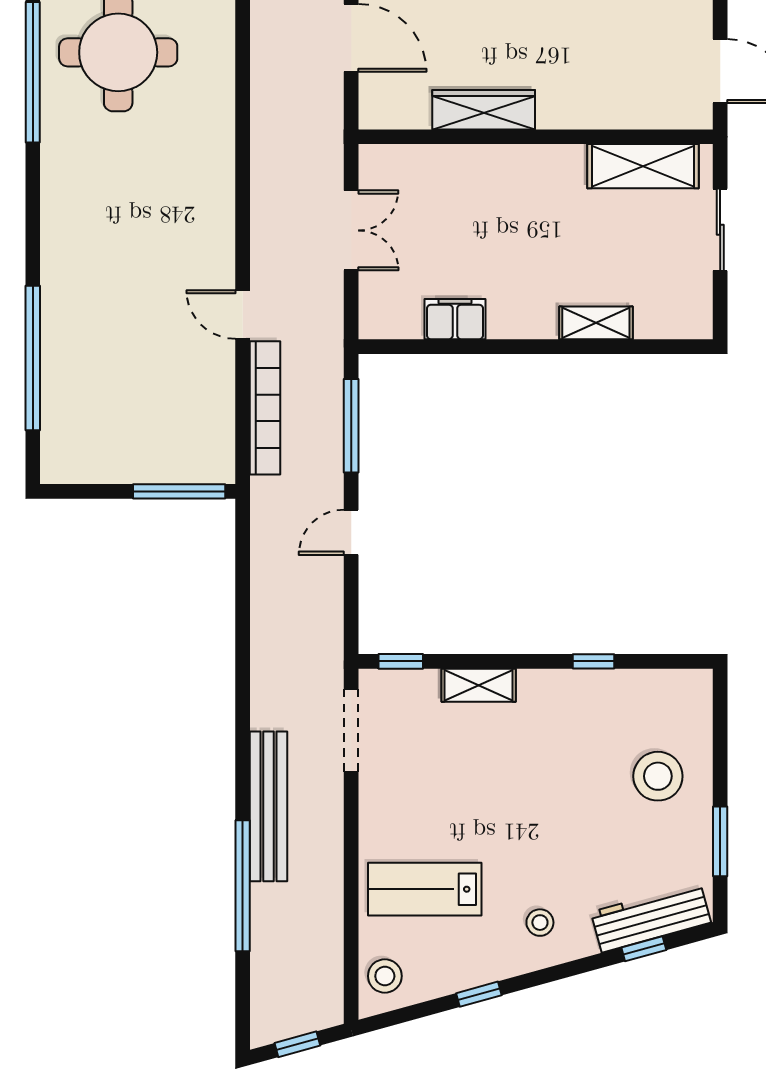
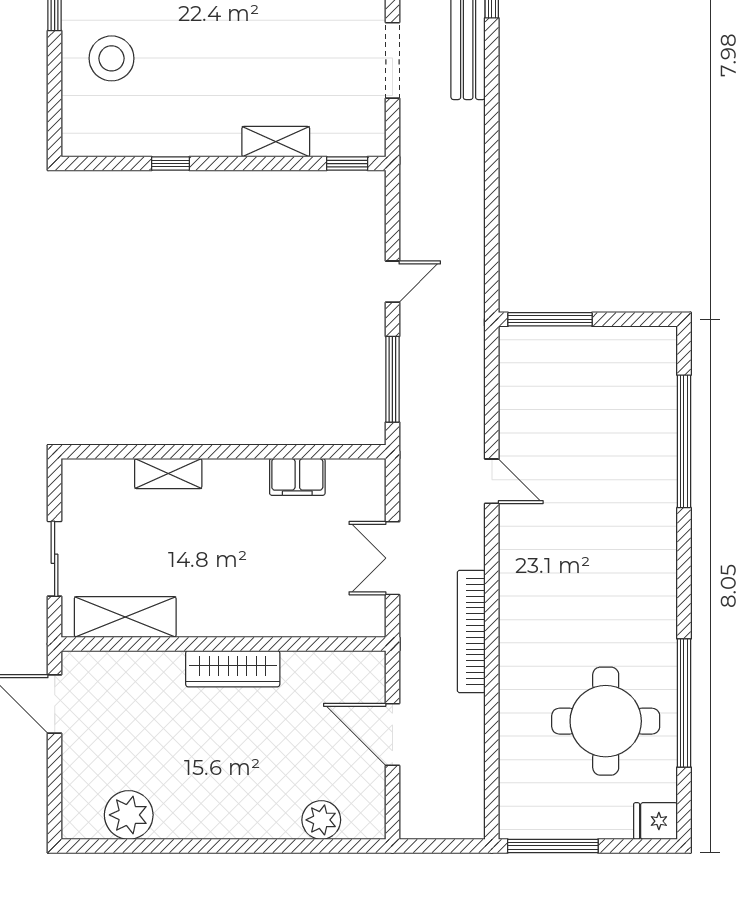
wardrobe: (484, 110) -> (233, 669), moved
bookcase: (265, 408) -> (471, 631), moved
doorway: (351, 730) -> (392, 60), moved

